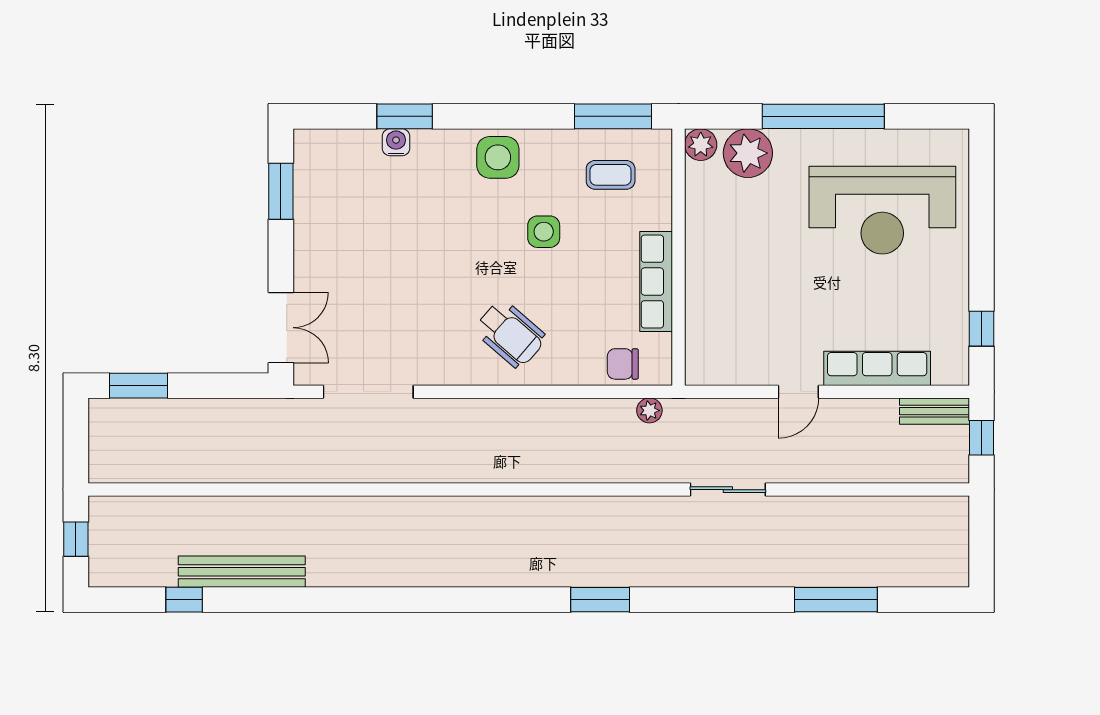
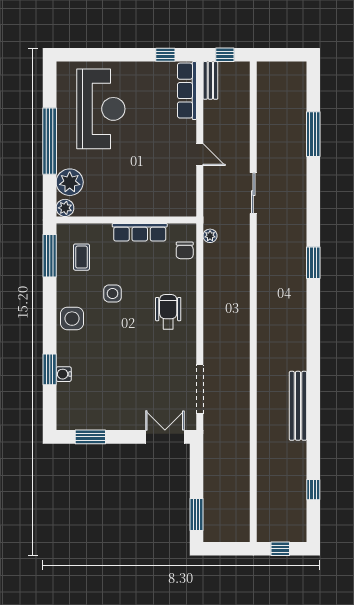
wheelchair: (510, 334) -> (168, 312), turned -41
row of seats: (877, 368) -> (187, 91), moved
bench: (242, 572) -> (298, 406), moved

